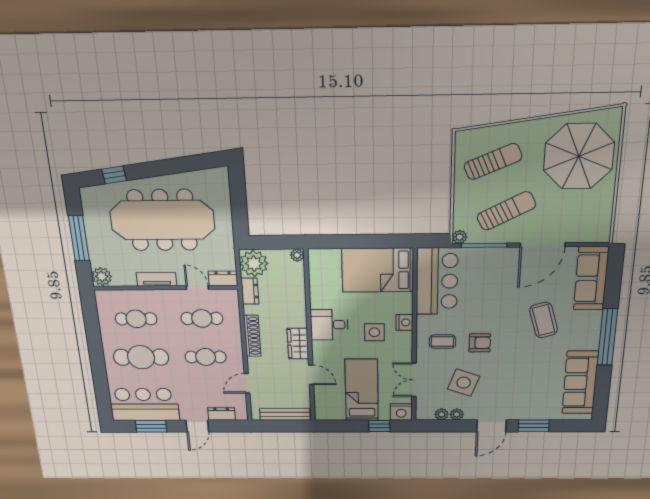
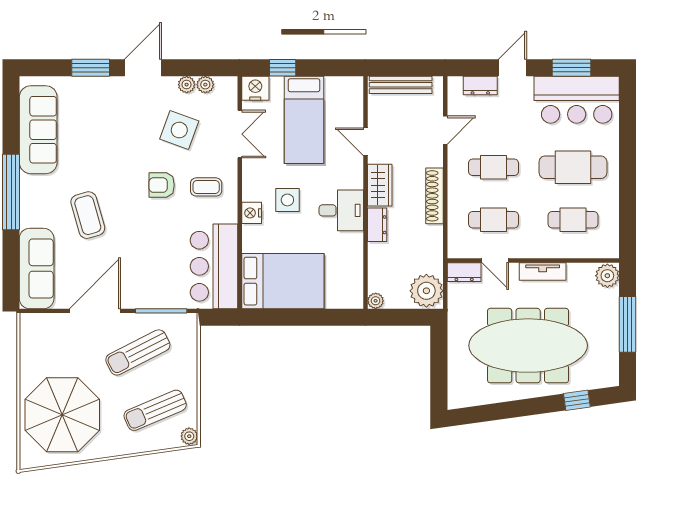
plant: (460, 237) -> (189, 436), moved
dresser: (250, 291) -> (377, 225), moved, turned 180

